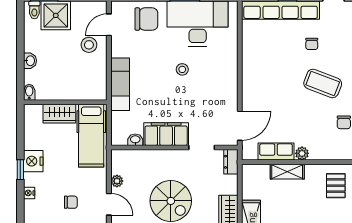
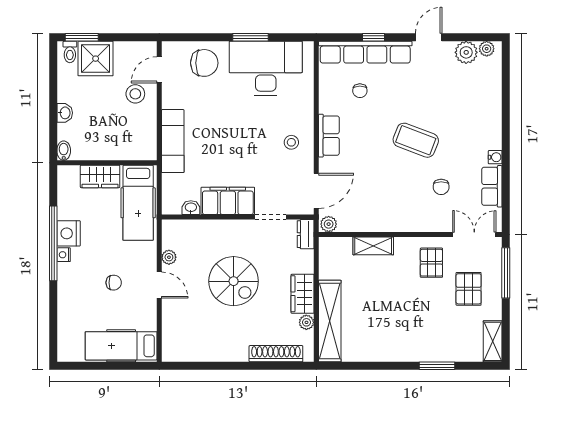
chair: (312, 44) -> (360, 91), moved
stool: (182, 69) -> (291, 142), moved
row of seats: (276, 152) -> (329, 136), moved, turned 90
plant: (302, 153) -> (329, 224), moved
window: (20, 170) -> (53, 243), width x3.17
nightstand: (29, 193) -> (64, 255), moved

